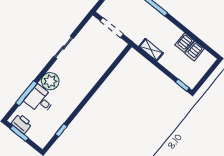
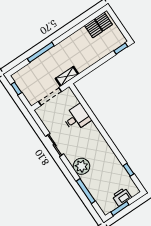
server rack: (184, 43) -> (104, 21), moved
shelving: (151, 50) -> (67, 76), moved
desk: (40, 100) -> (77, 118), moved, turned 180
printer: (22, 124) -> (122, 197), moved

